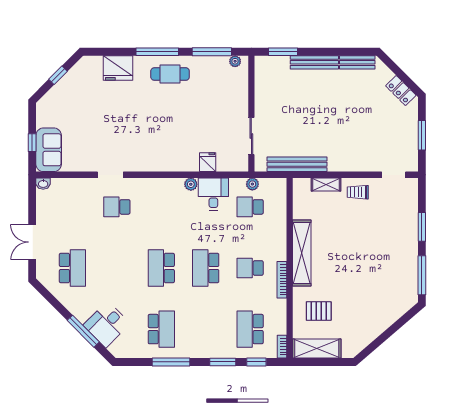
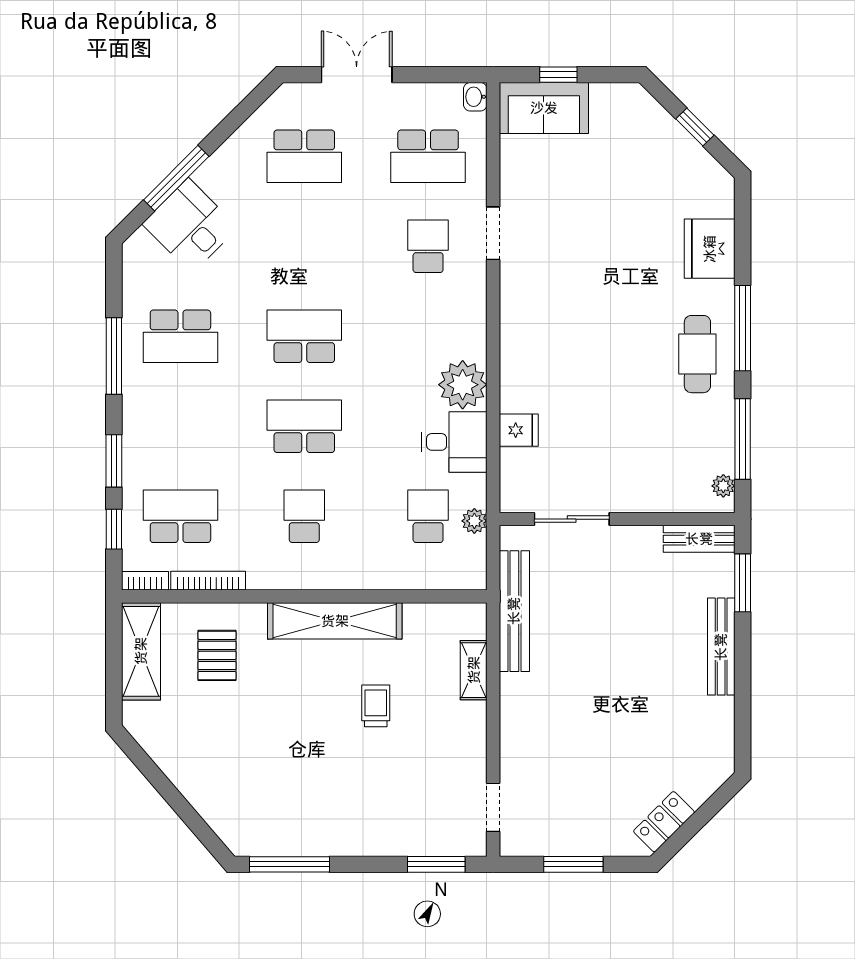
bench: (357, 62) -> (699, 539), moved, turned 90
plant: (191, 184) -> (463, 385), width x1.87, depth x1.87
trolley: (358, 192) -> (376, 706), moved
school desk: (72, 207) -> (428, 156), added
window: (422, 227) -> (436, 864), moved
bookcase: (282, 280) -> (208, 581), moved

